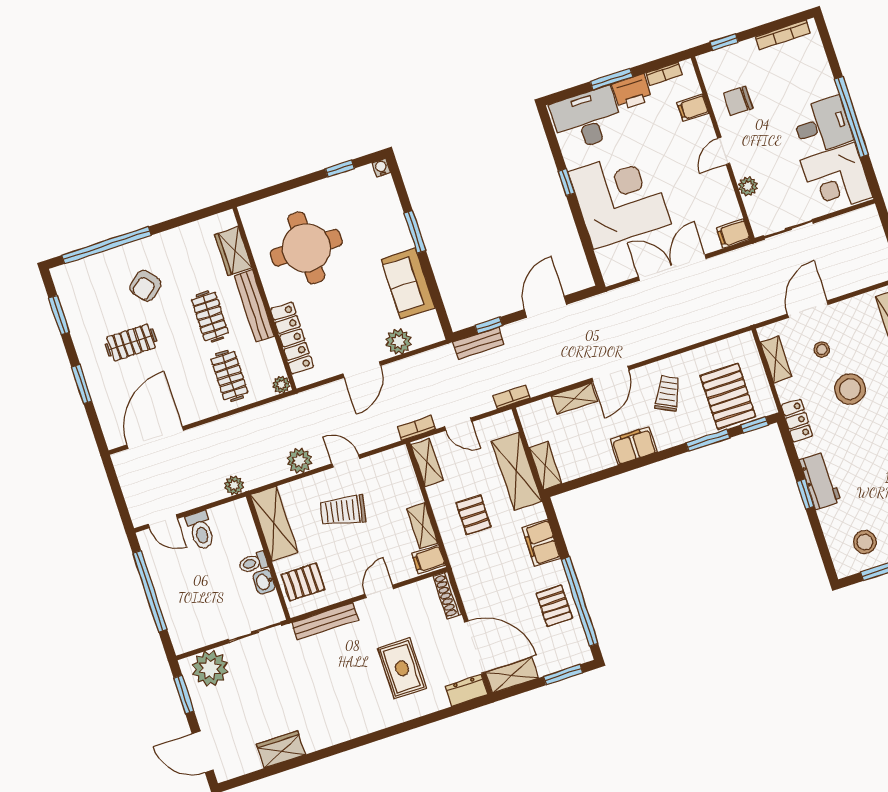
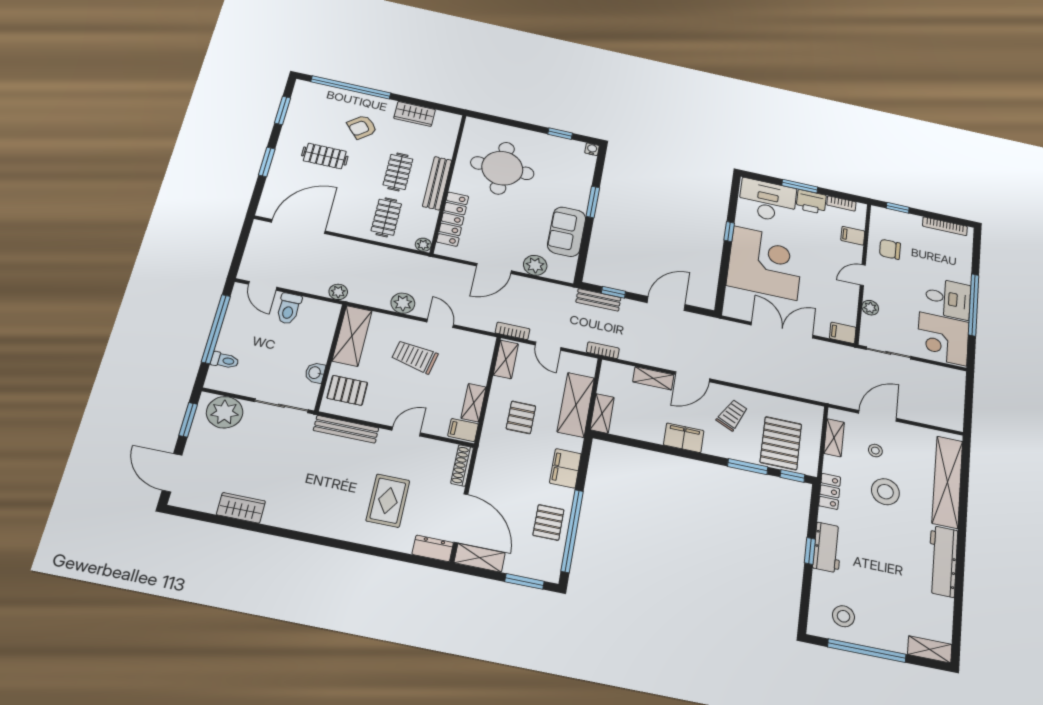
wardrobe: (233, 251) -> (415, 114), moved, turned -90
toilet: (253, 563) -> (225, 360), moved, turned 180

